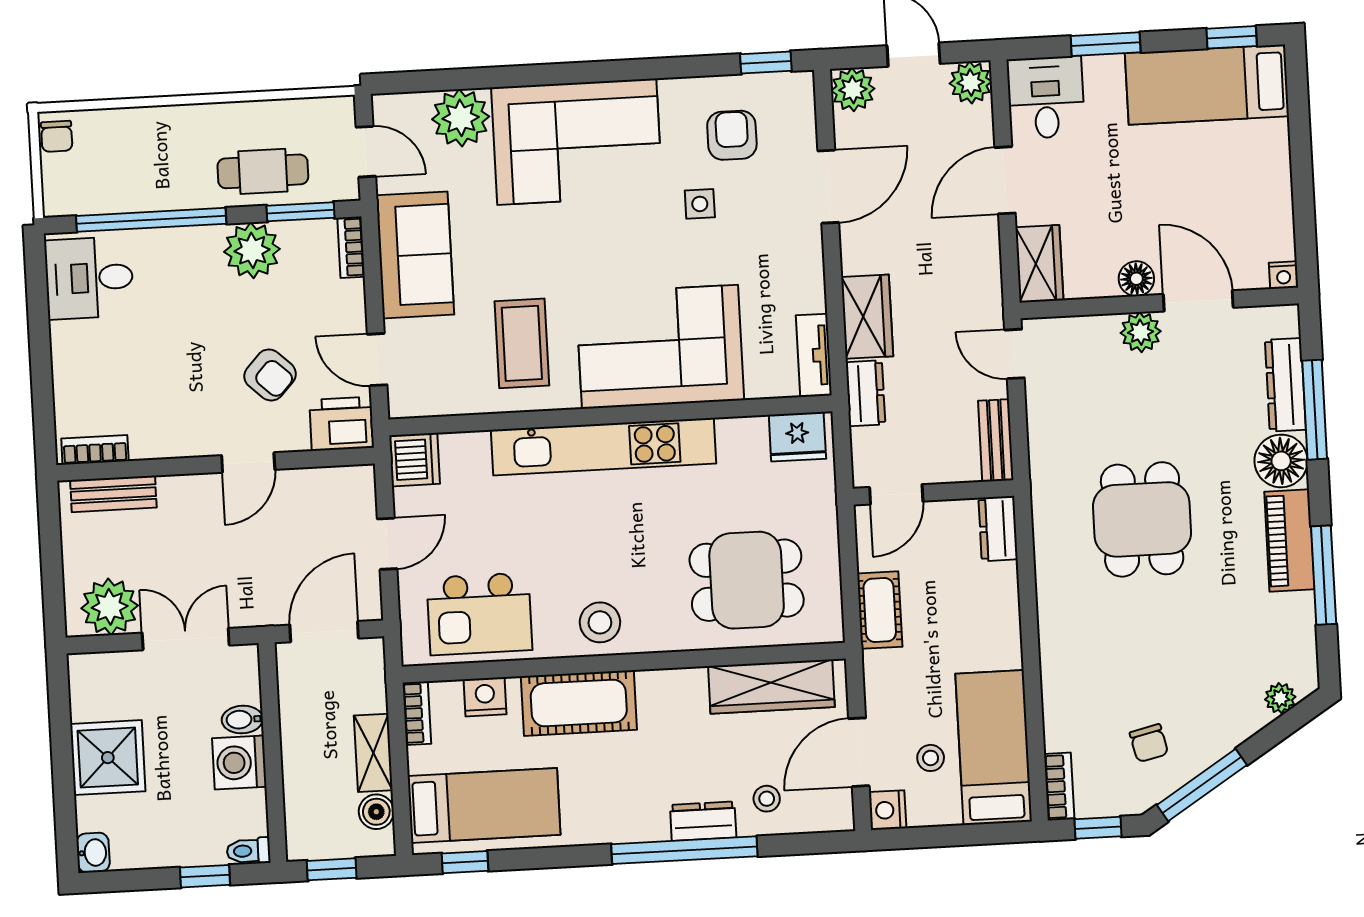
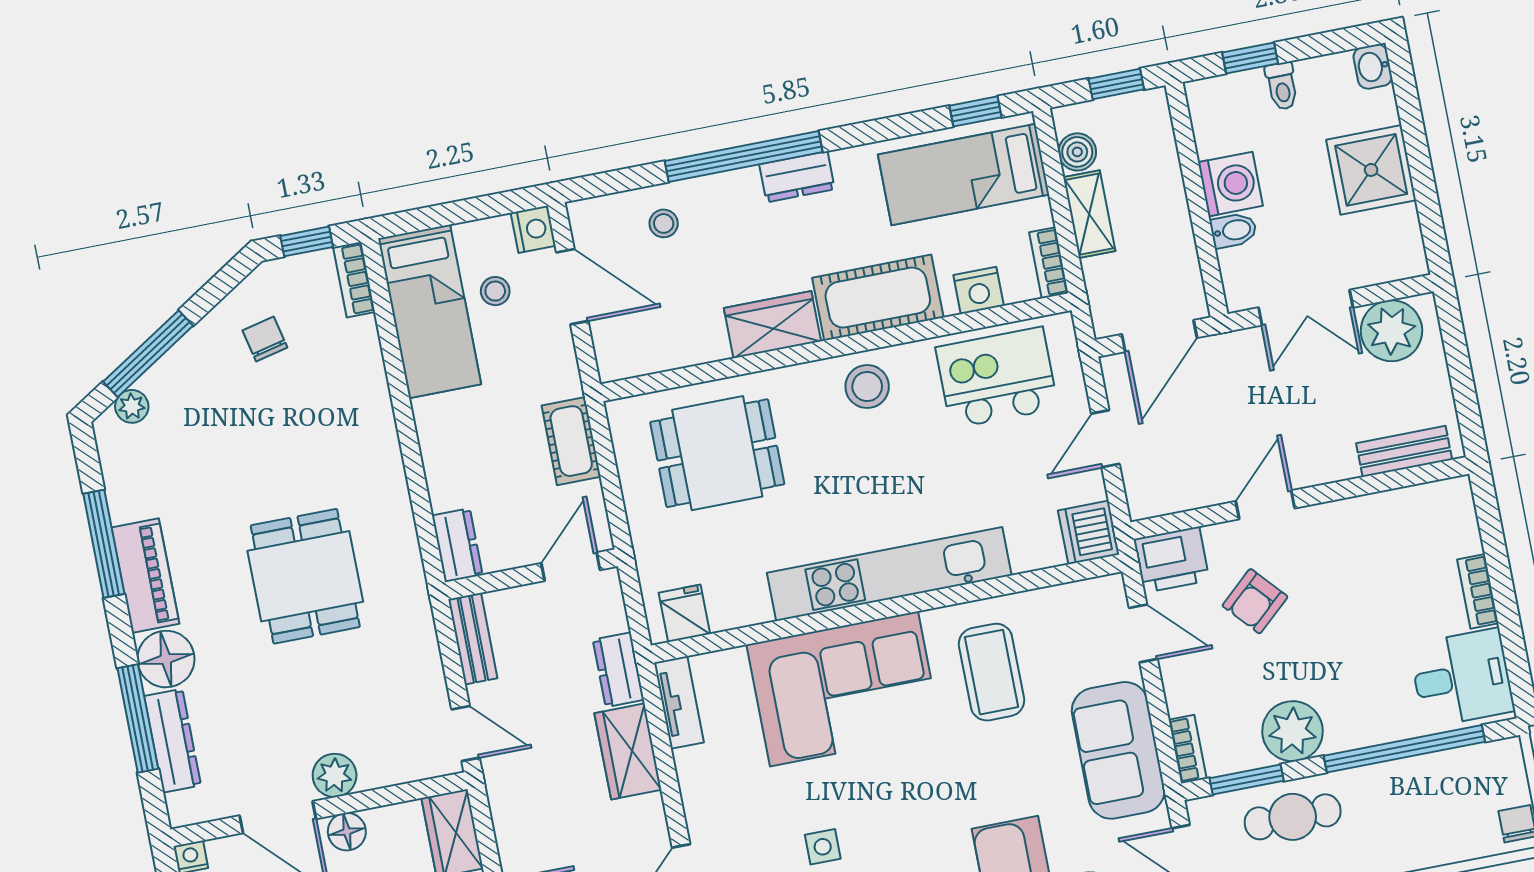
armchair: (270, 375) -> (1255, 601), turned -85
fridge: (797, 437) -> (684, 613), width x0.72
bookcase: (95, 450) -> (1478, 591), moved, turned 90
wardrobe: (771, 687) -> (772, 325), moved, width x0.67
door: (859, 752) -> (572, 287), hinge flipped
window: (1202, 785) -> (148, 354), moved
dresser: (703, 821) -> (797, 177), moved
toilet: (249, 851) -> (1282, 86), moved, turned 90

